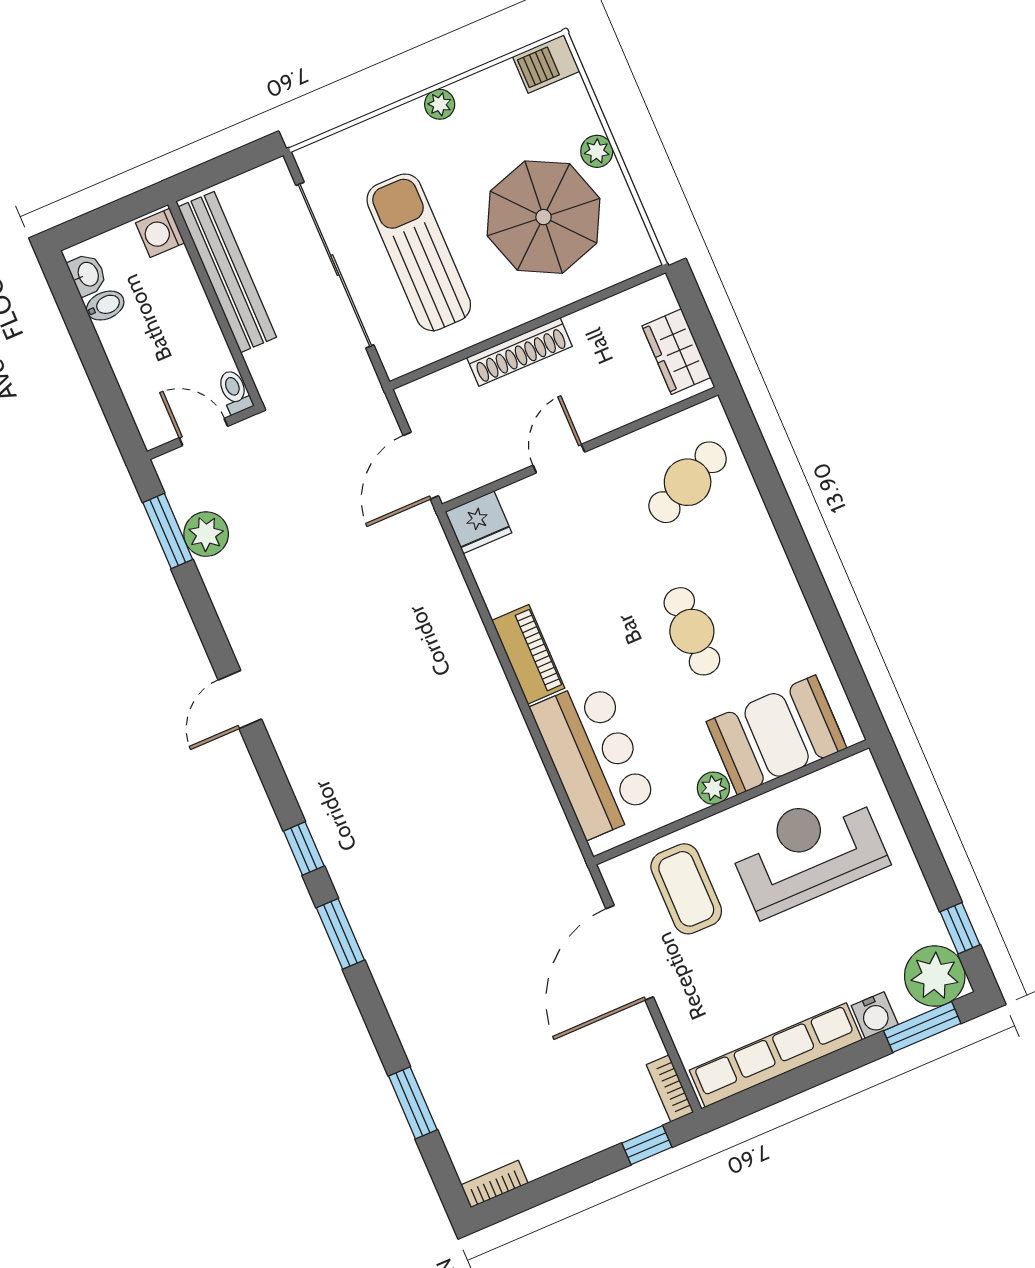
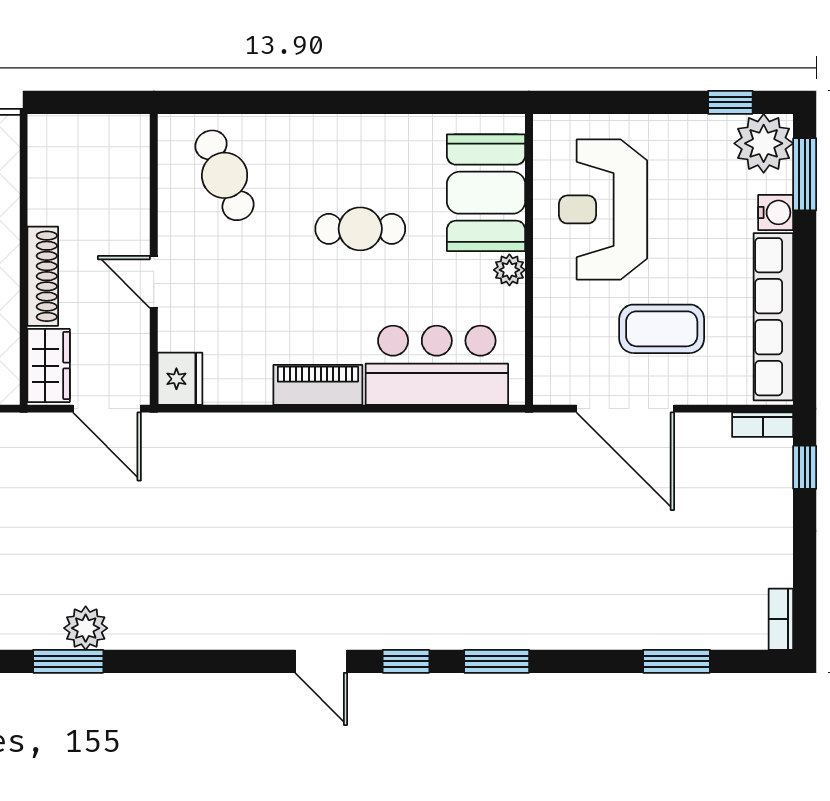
wardrobe: (676, 352) -> (49, 366), moved, turned -90
door: (240, 699) -> (321, 661), moved
coffee table: (686, 889) -> (662, 329), moved

